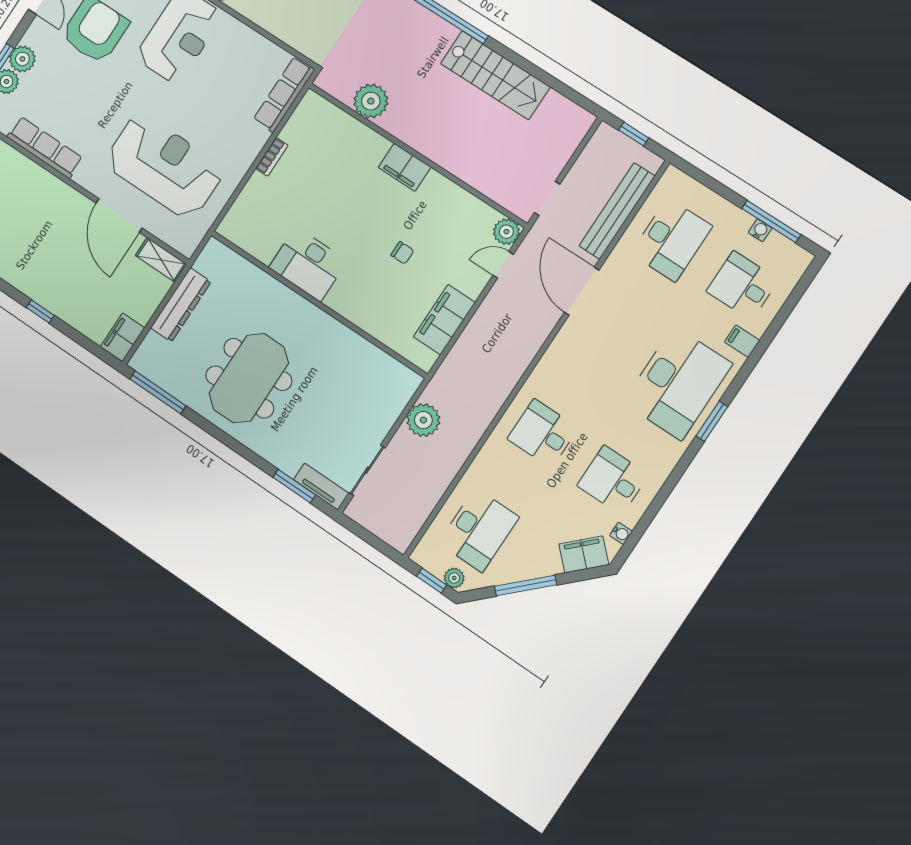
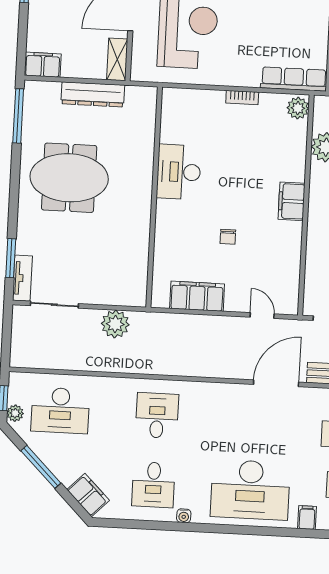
plant: (506, 232) -> (298, 108), moved
window: (712, 421) -> (237, 530), removed
desk: (613, 480) -> (153, 485), turned 180
water cooler: (621, 533) -> (184, 516), moved

